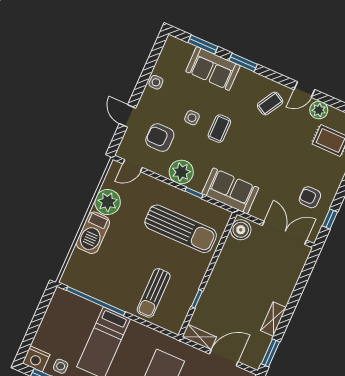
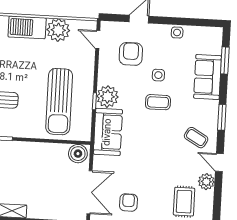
window: (243, 62) -> (222, 117), moved
plant: (181, 172) -> (107, 97), moved

